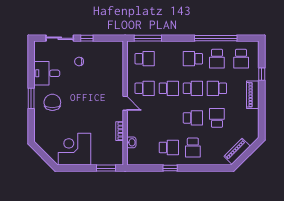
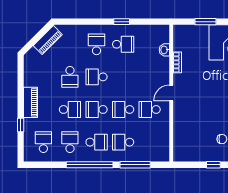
window: (148, 38) -> (135, 165), moved
window: (216, 38) -> (90, 165), moved
school desk: (145, 59) -> (123, 142), moved
door: (125, 103) -> (171, 93), hinge flipped
school desk: (169, 147) -> (123, 44), turned 180
window: (106, 168) -> (206, 22), moved

